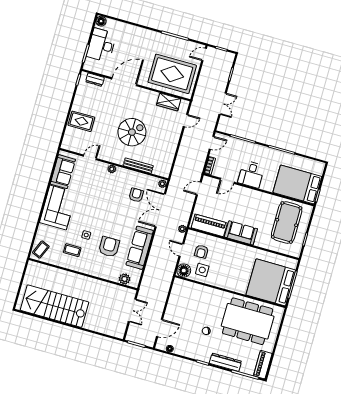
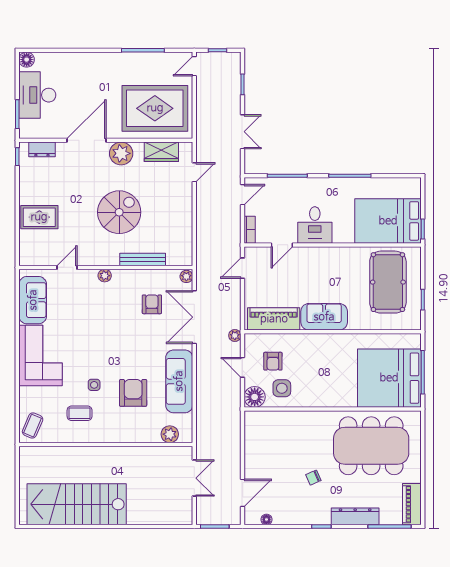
plant: (143, 96) -> (121, 153), added

